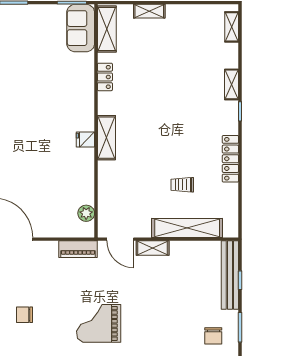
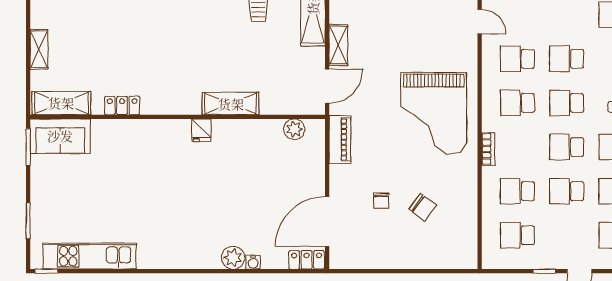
shelving: (106, 138) -> (231, 104), moved
chair: (30, 282) -> (381, 200), added
chair: (24, 315) -> (423, 207), turned -53
grand piano: (99, 323) -> (434, 113), width x1.37, depth x1.48

